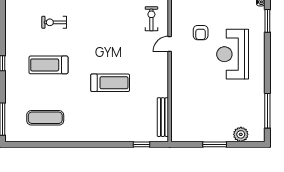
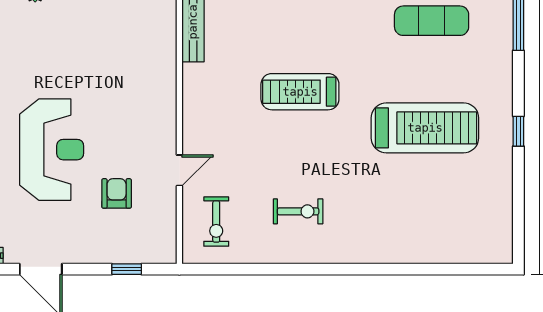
exercise bike: (54, 22) -> (298, 211), moved
treadmill: (48, 65) -> (425, 128), width x1.37, depth x1.38

